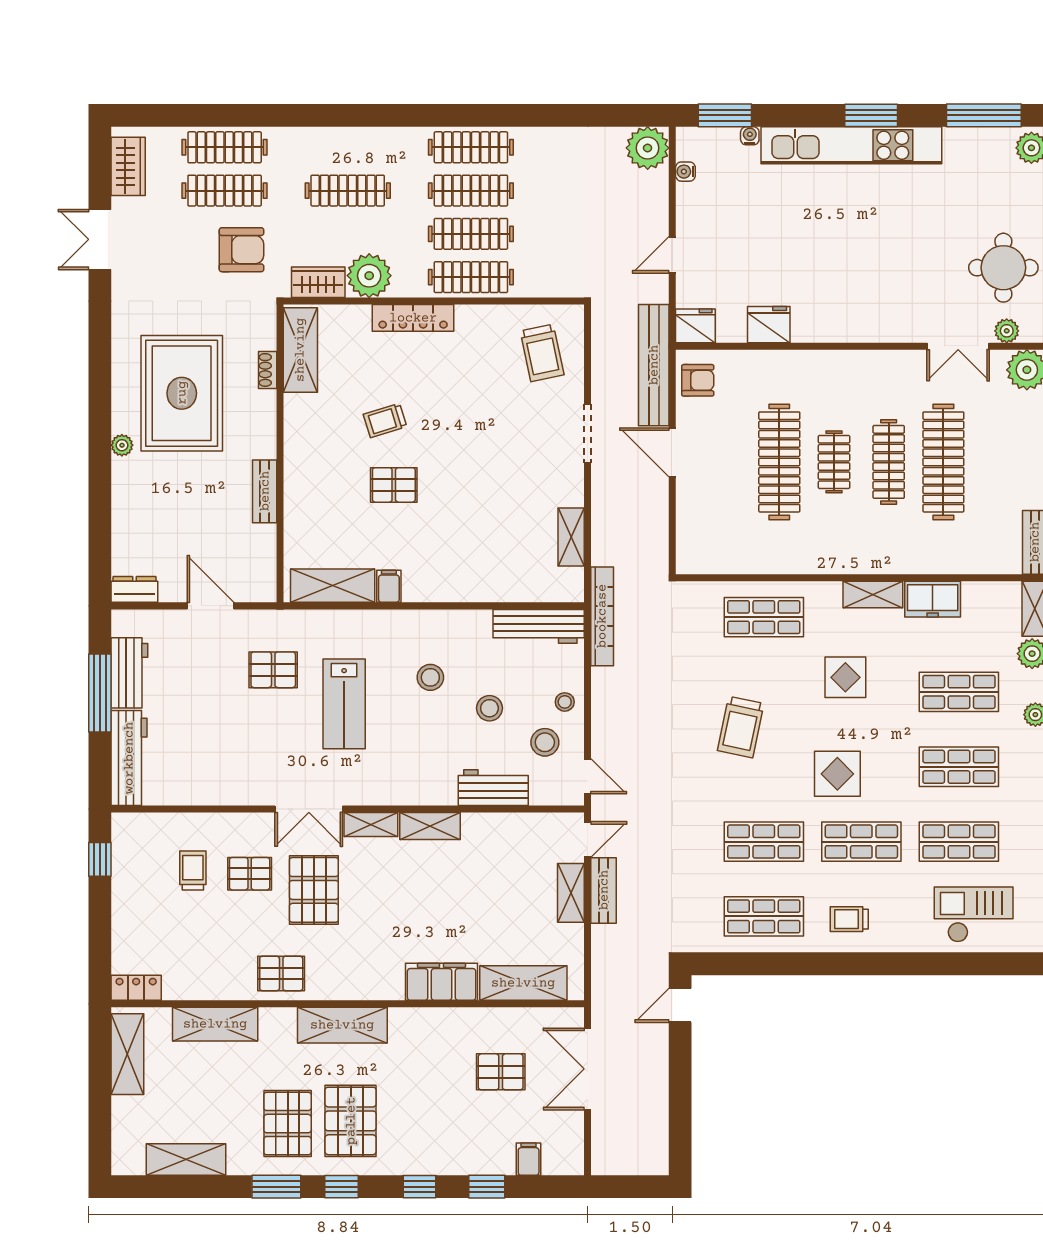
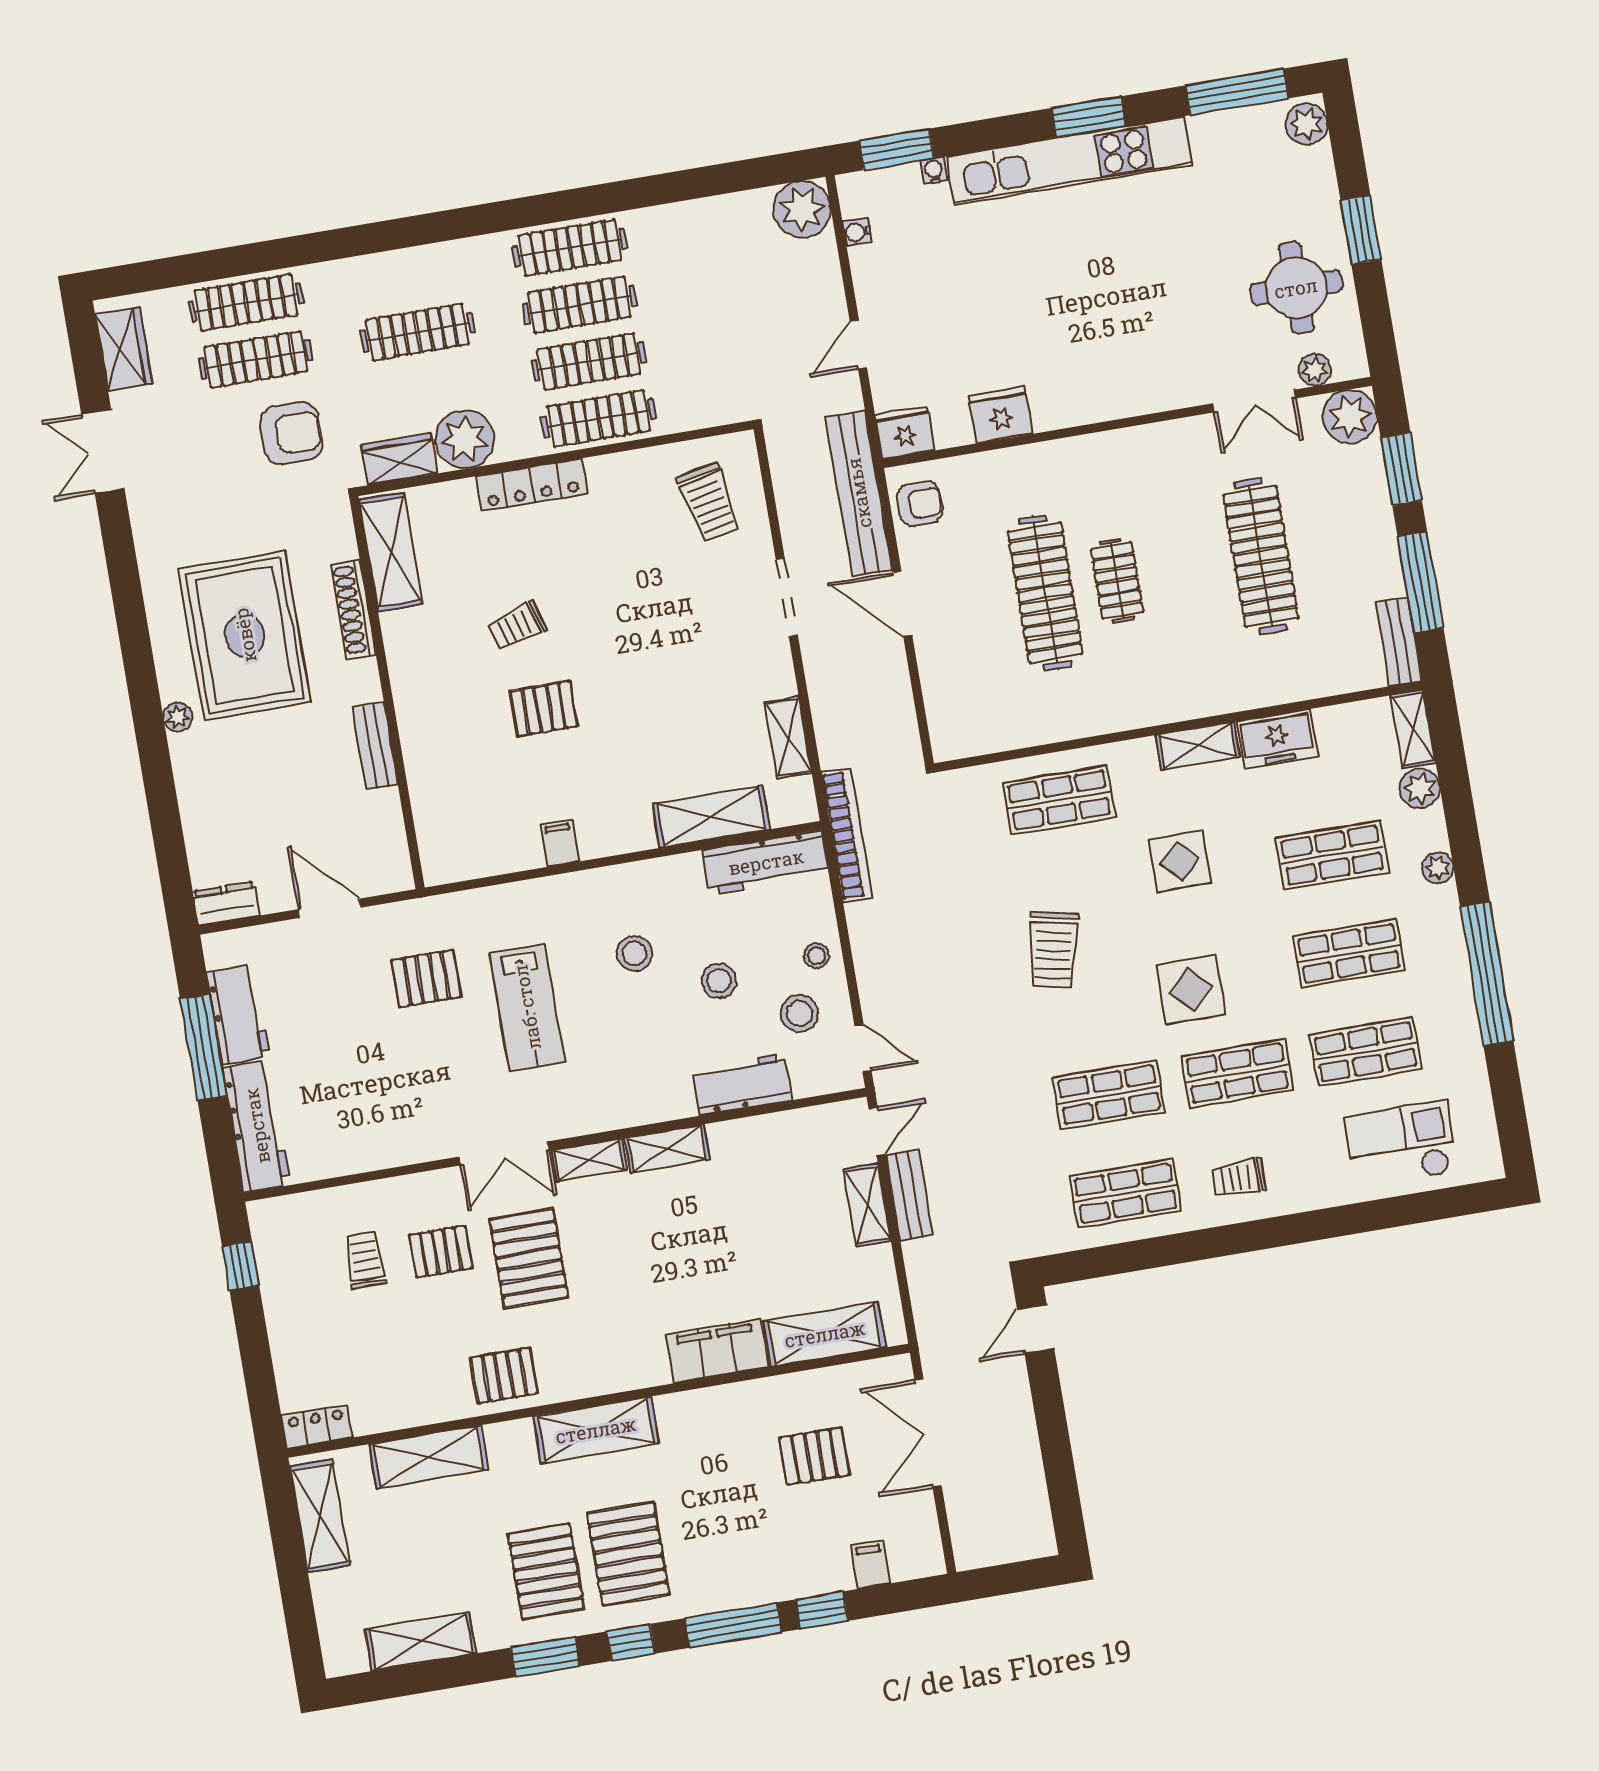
shoe rack: (268, 370) -> (353, 609), width x1.94, depth x1.24
clothes rail: (889, 462) -> (1189, 568), removed
shelving: (333, 586) -> (711, 817), moved
window: (420, 1187) -> (733, 1625), width x2.17

